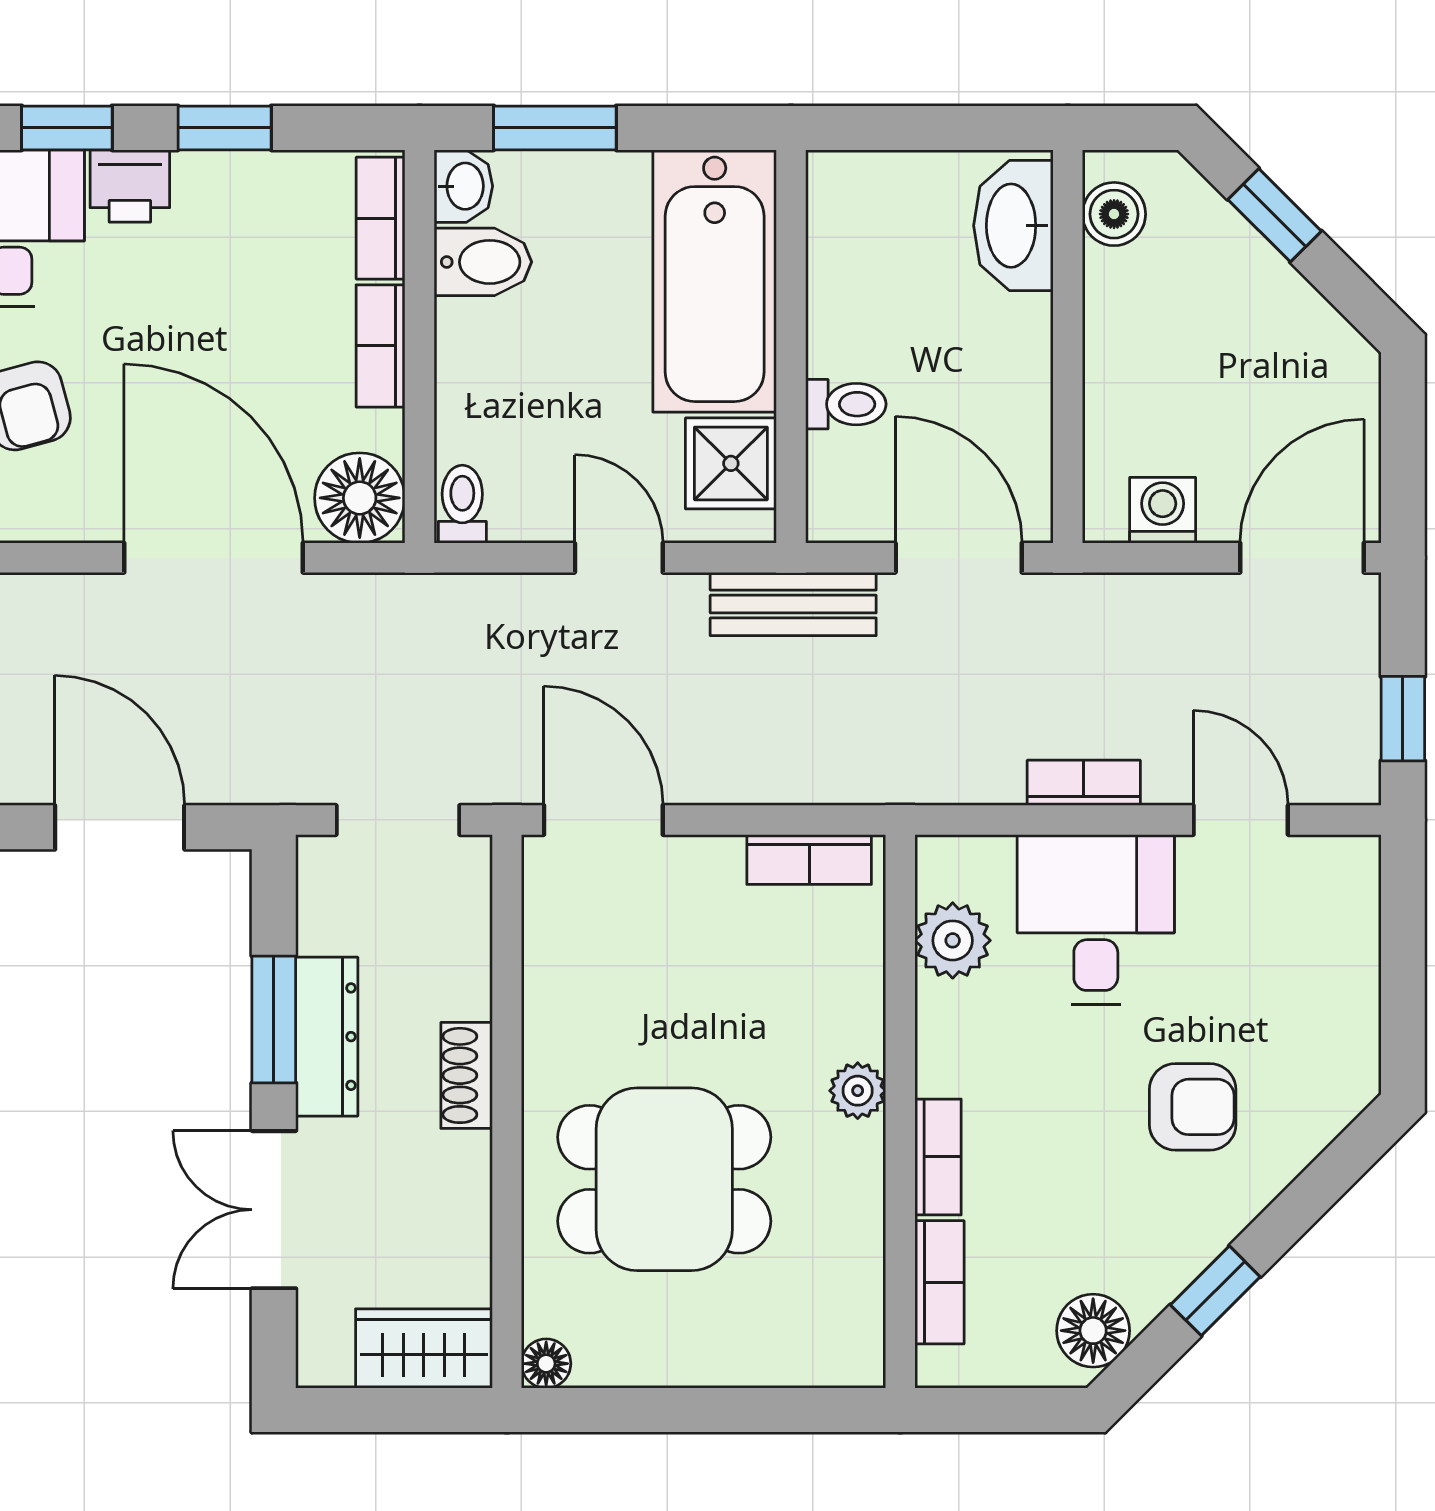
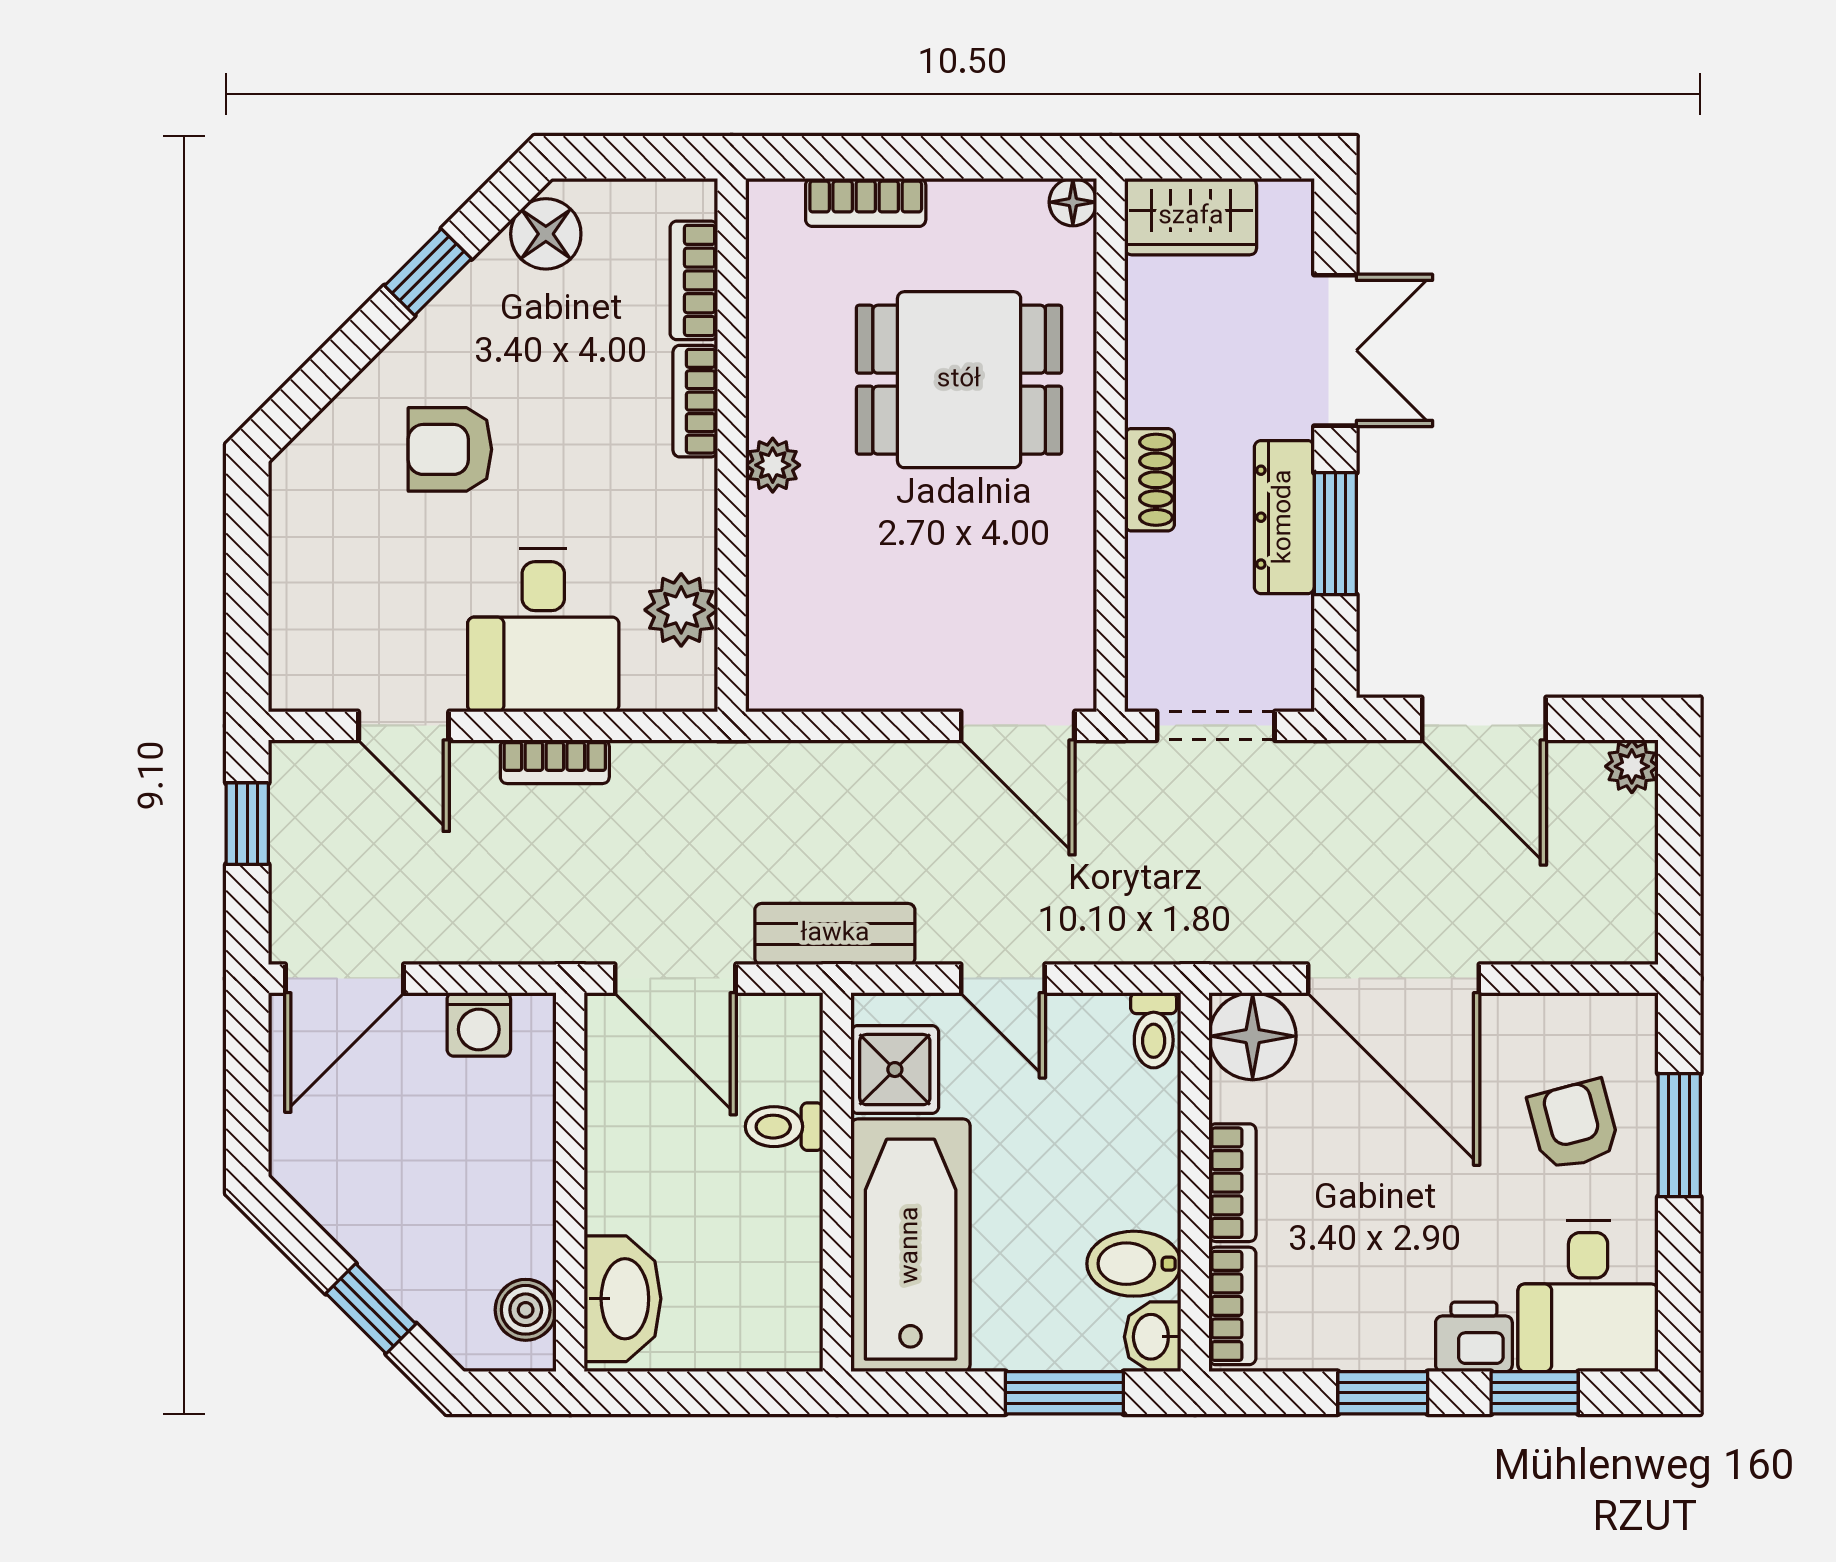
bookcase: (809, 859) -> (866, 202), moved, turned 180

